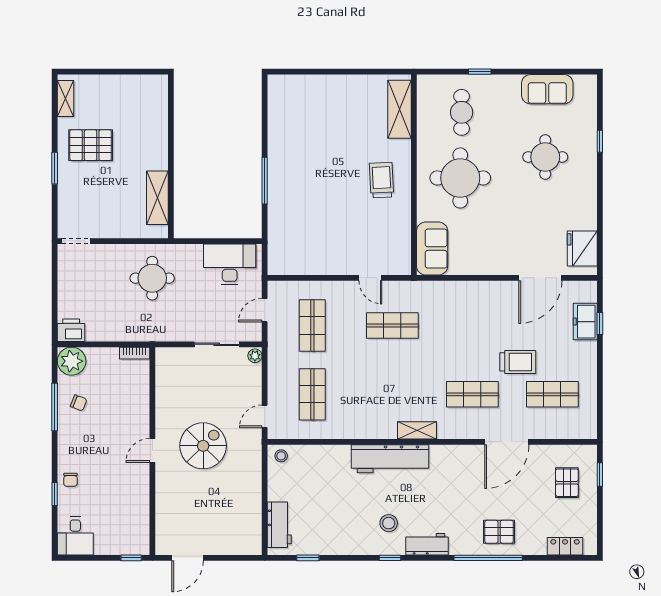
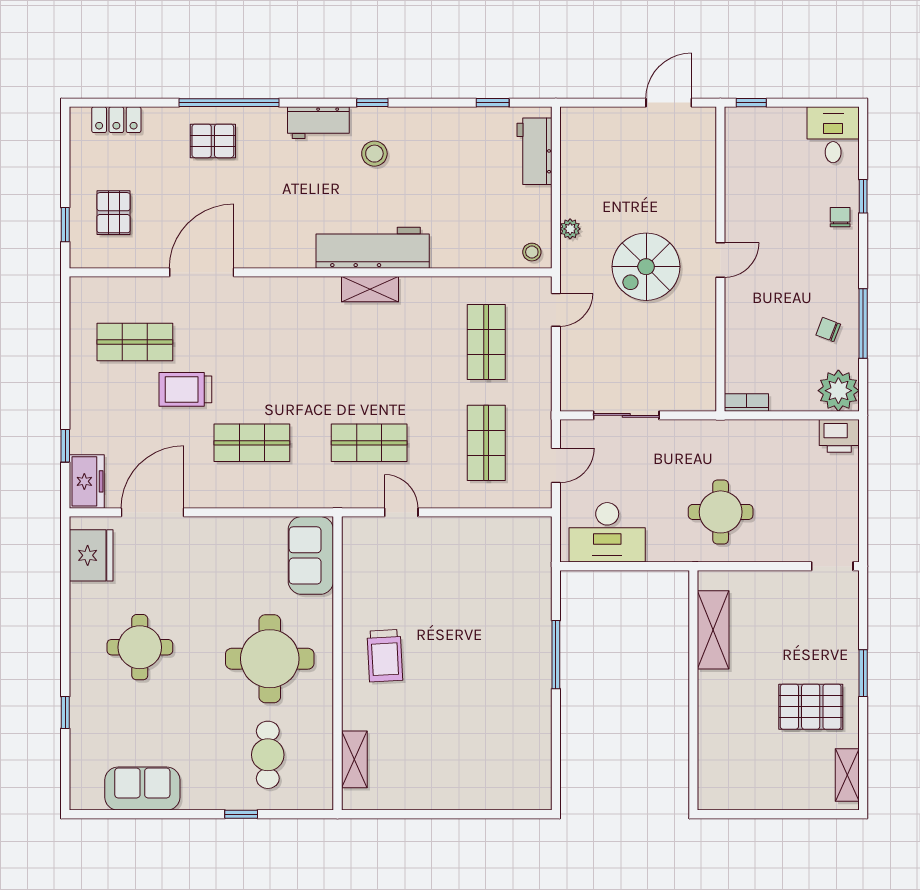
shelving: (400, 109) -> (354, 759), width x0.67, depth x0.75
round table: (545, 157) -> (140, 647), moved
freezer: (585, 322) -> (87, 481), moved
plant: (255, 356) -> (570, 229), moved
shop shelf: (472, 394) -> (252, 443), moved
shelving: (417, 430) -> (370, 289), moved

